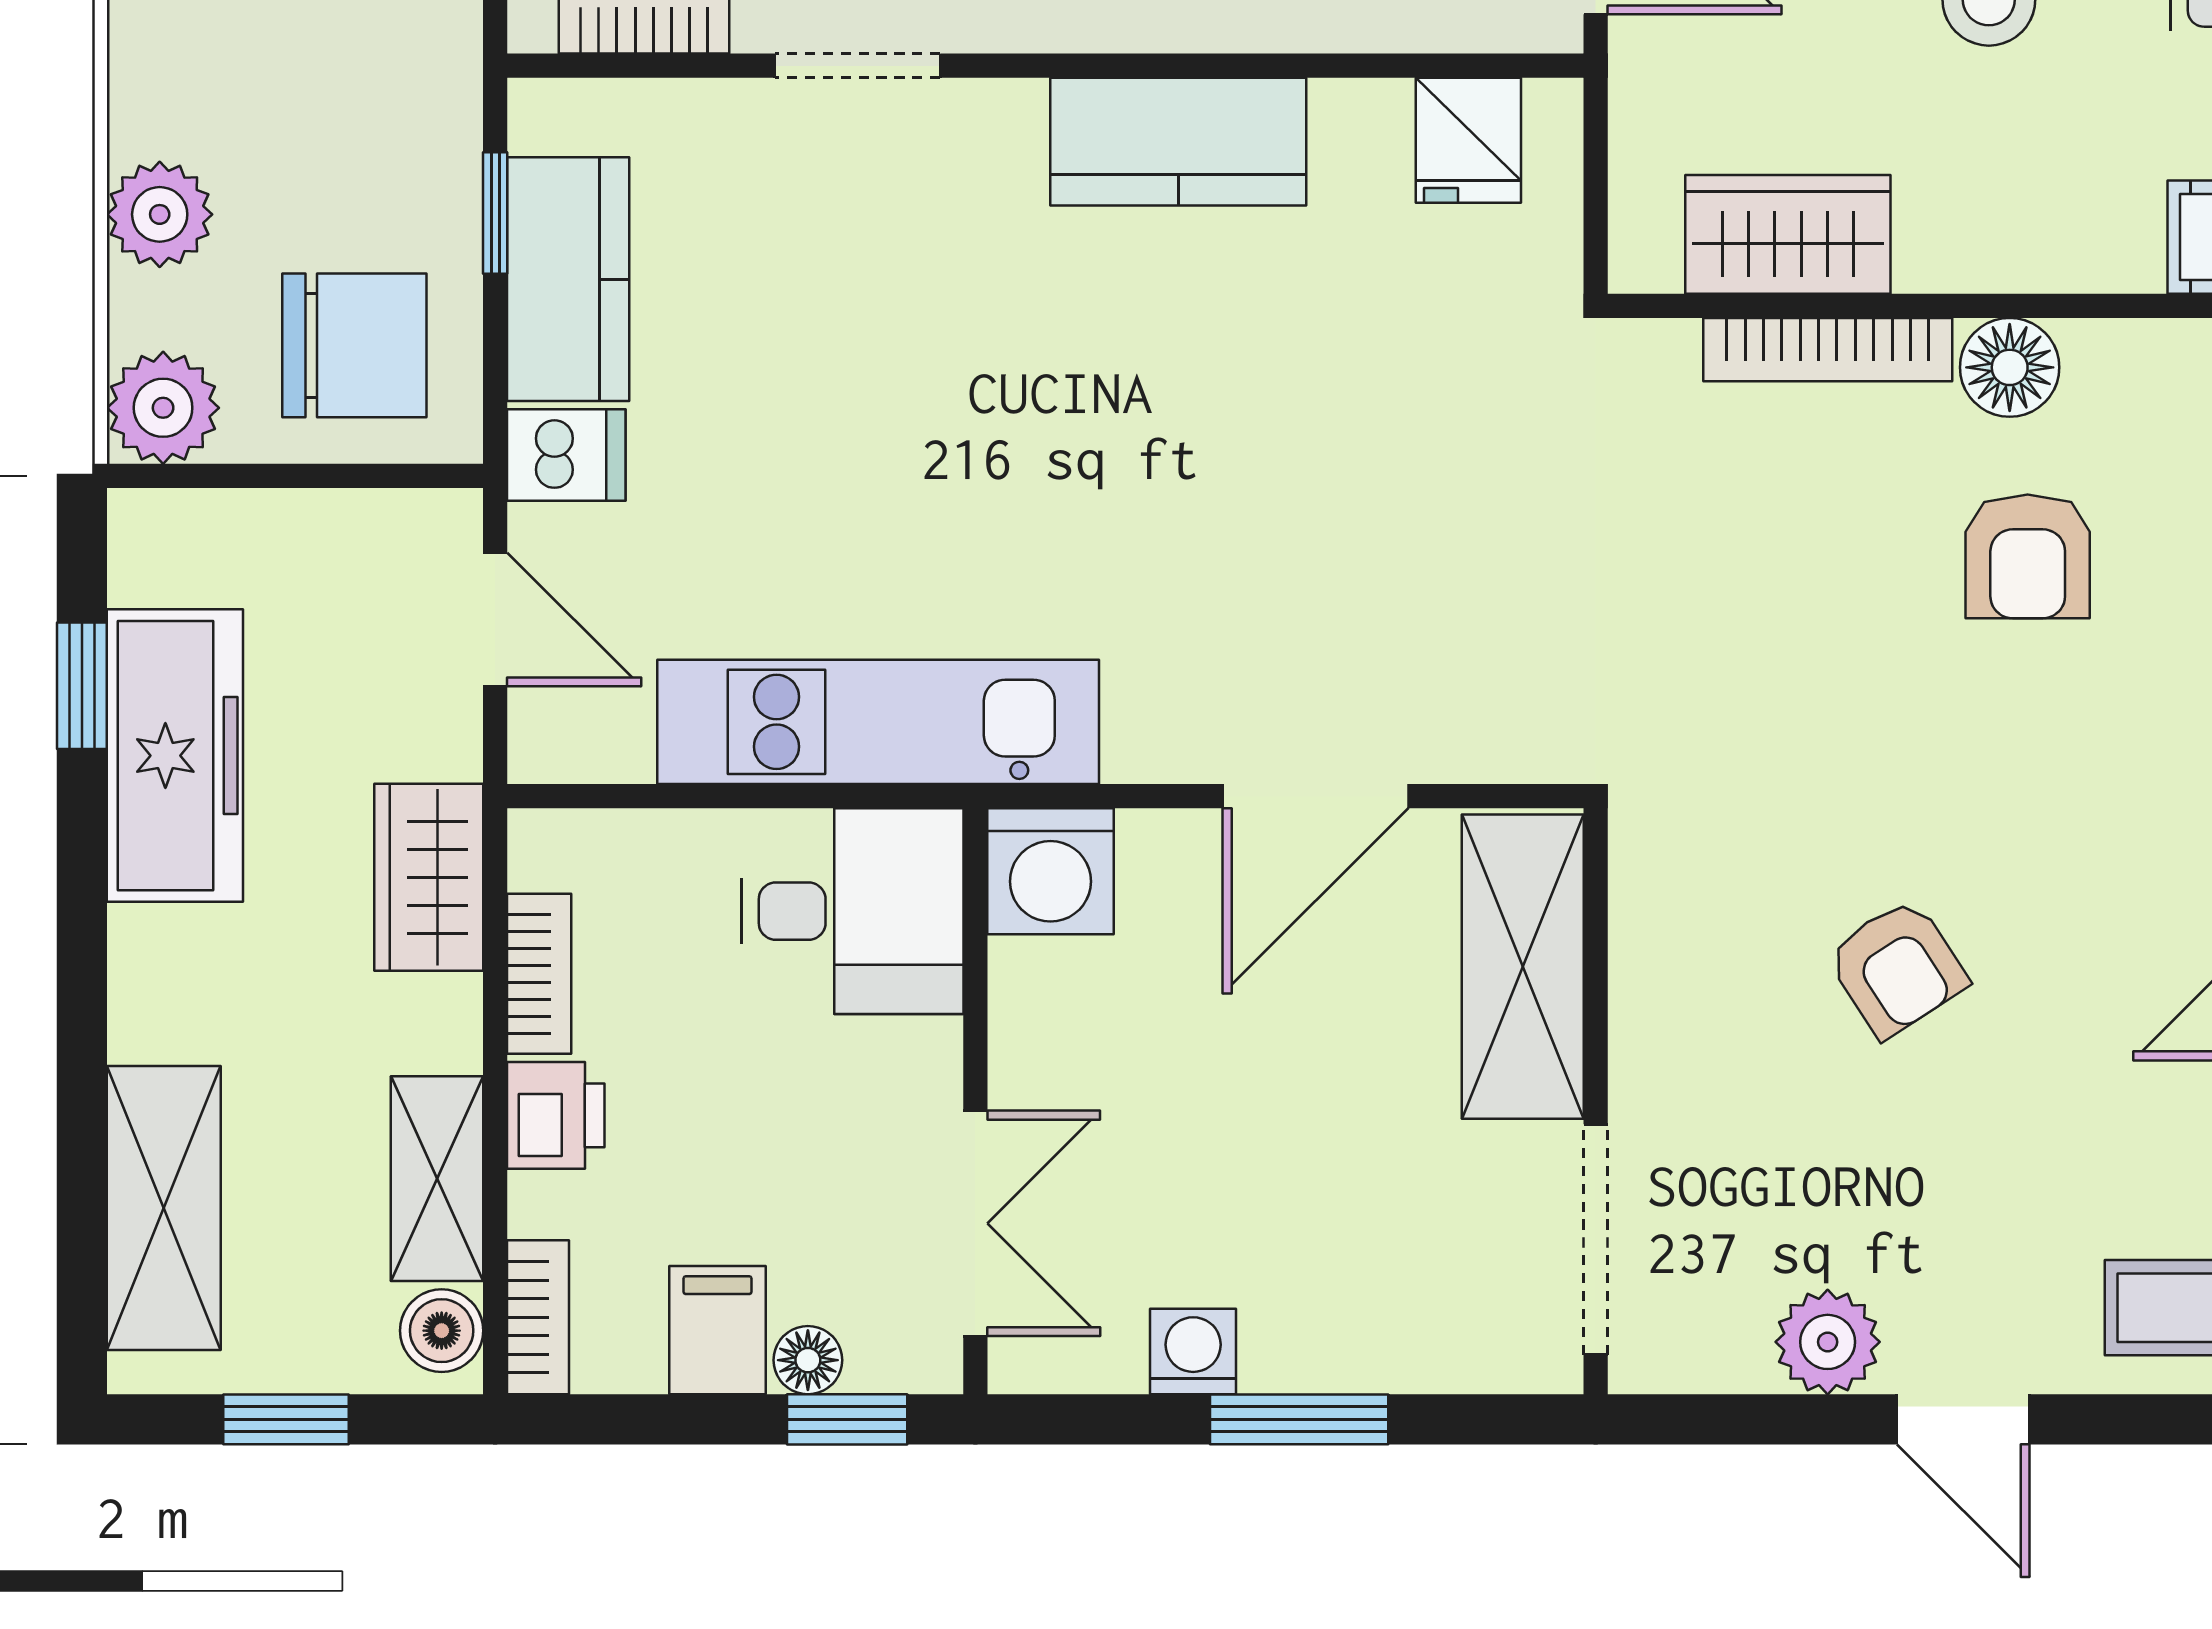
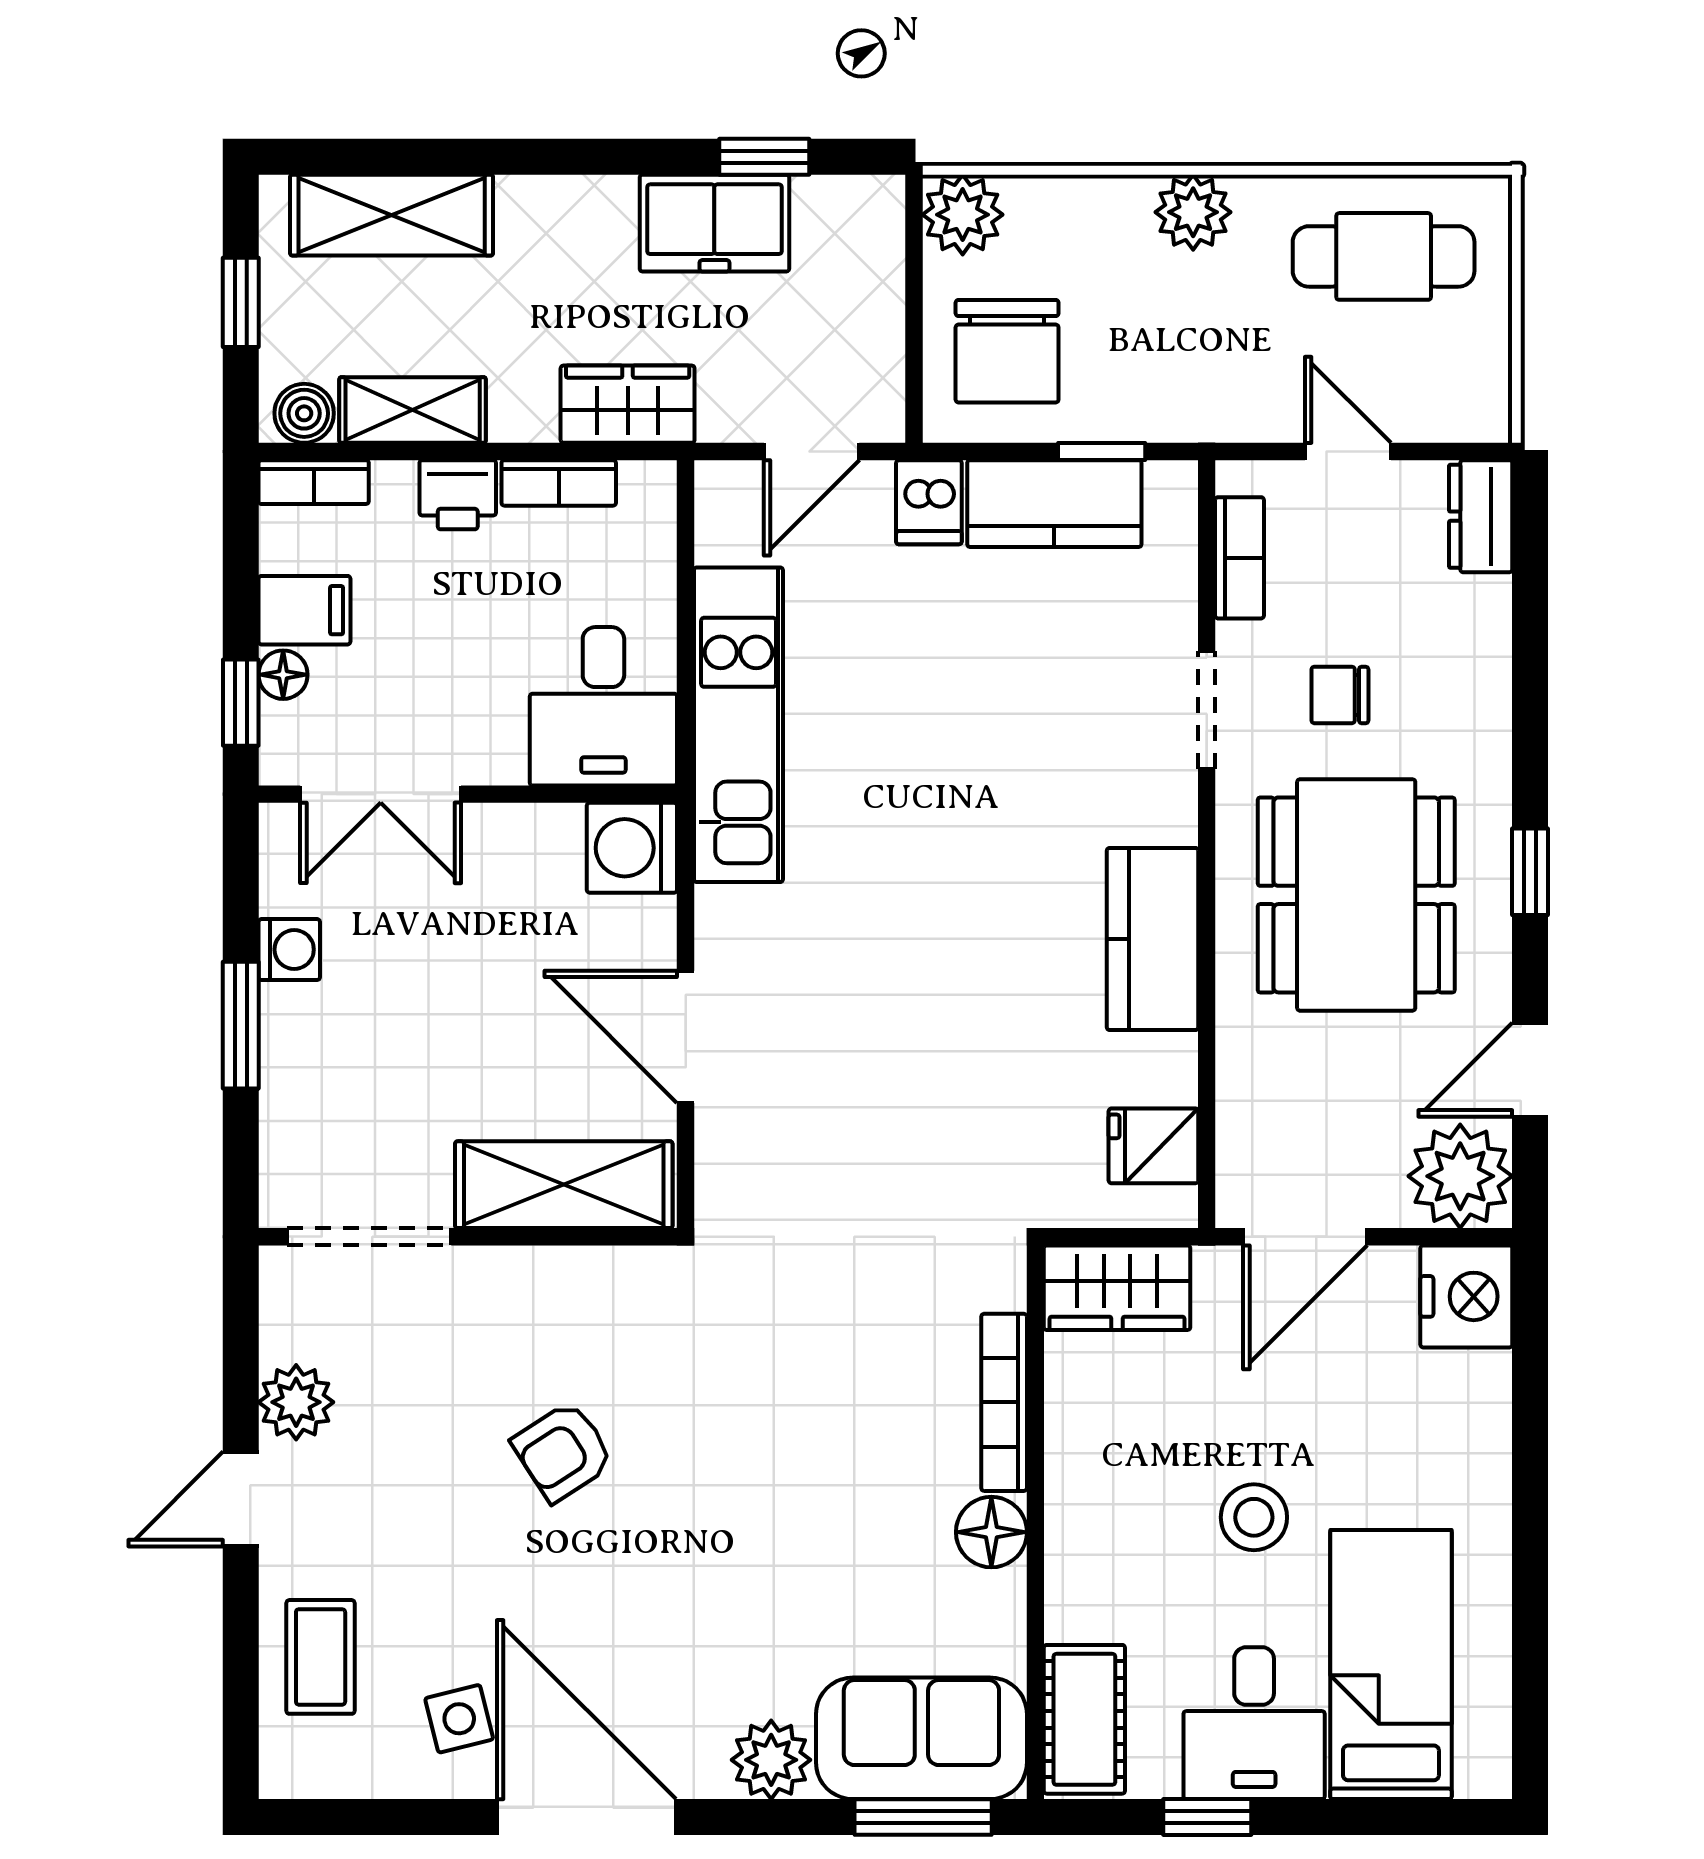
plant: (160, 214) -> (1193, 212), moved
wardrobe: (1788, 234) -> (1117, 1288), moved, turned 90
armchair: (2028, 556) -> (856, 1545), removed
freezer: (175, 756) -> (714, 223), width x0.71

